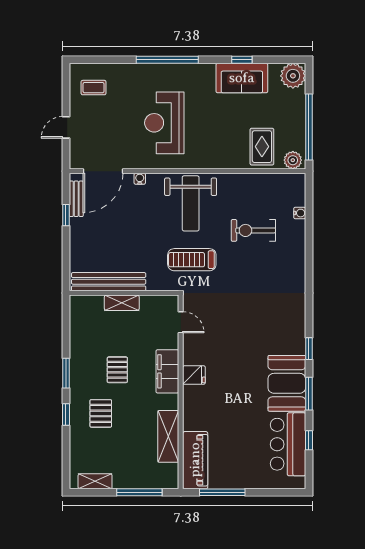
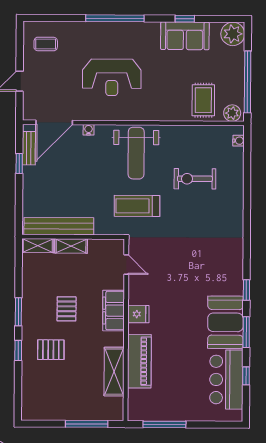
reception desk: (164, 123) -> (112, 77), turned -90
water cooler: (300, 213) -> (239, 141), moved
pallet: (101, 413) -> (51, 350), turned 90
piano: (195, 460) -> (139, 361), moved
shelving: (95, 481) -> (38, 246), moved

